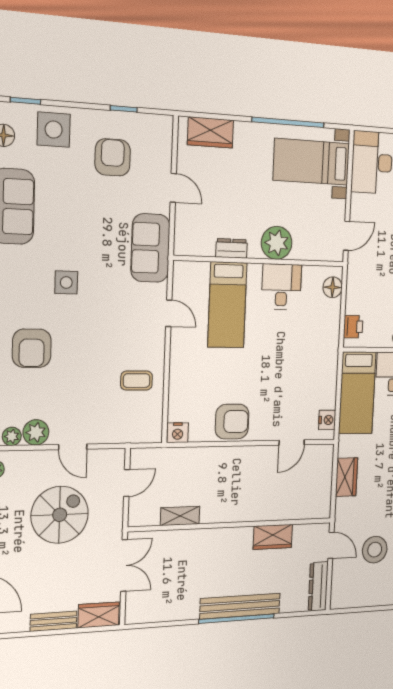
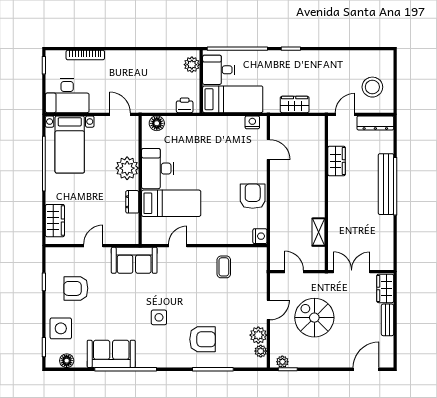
desk: (281, 287) -> (158, 169), width x1.37
stool: (375, 550) -> (372, 87), moved

